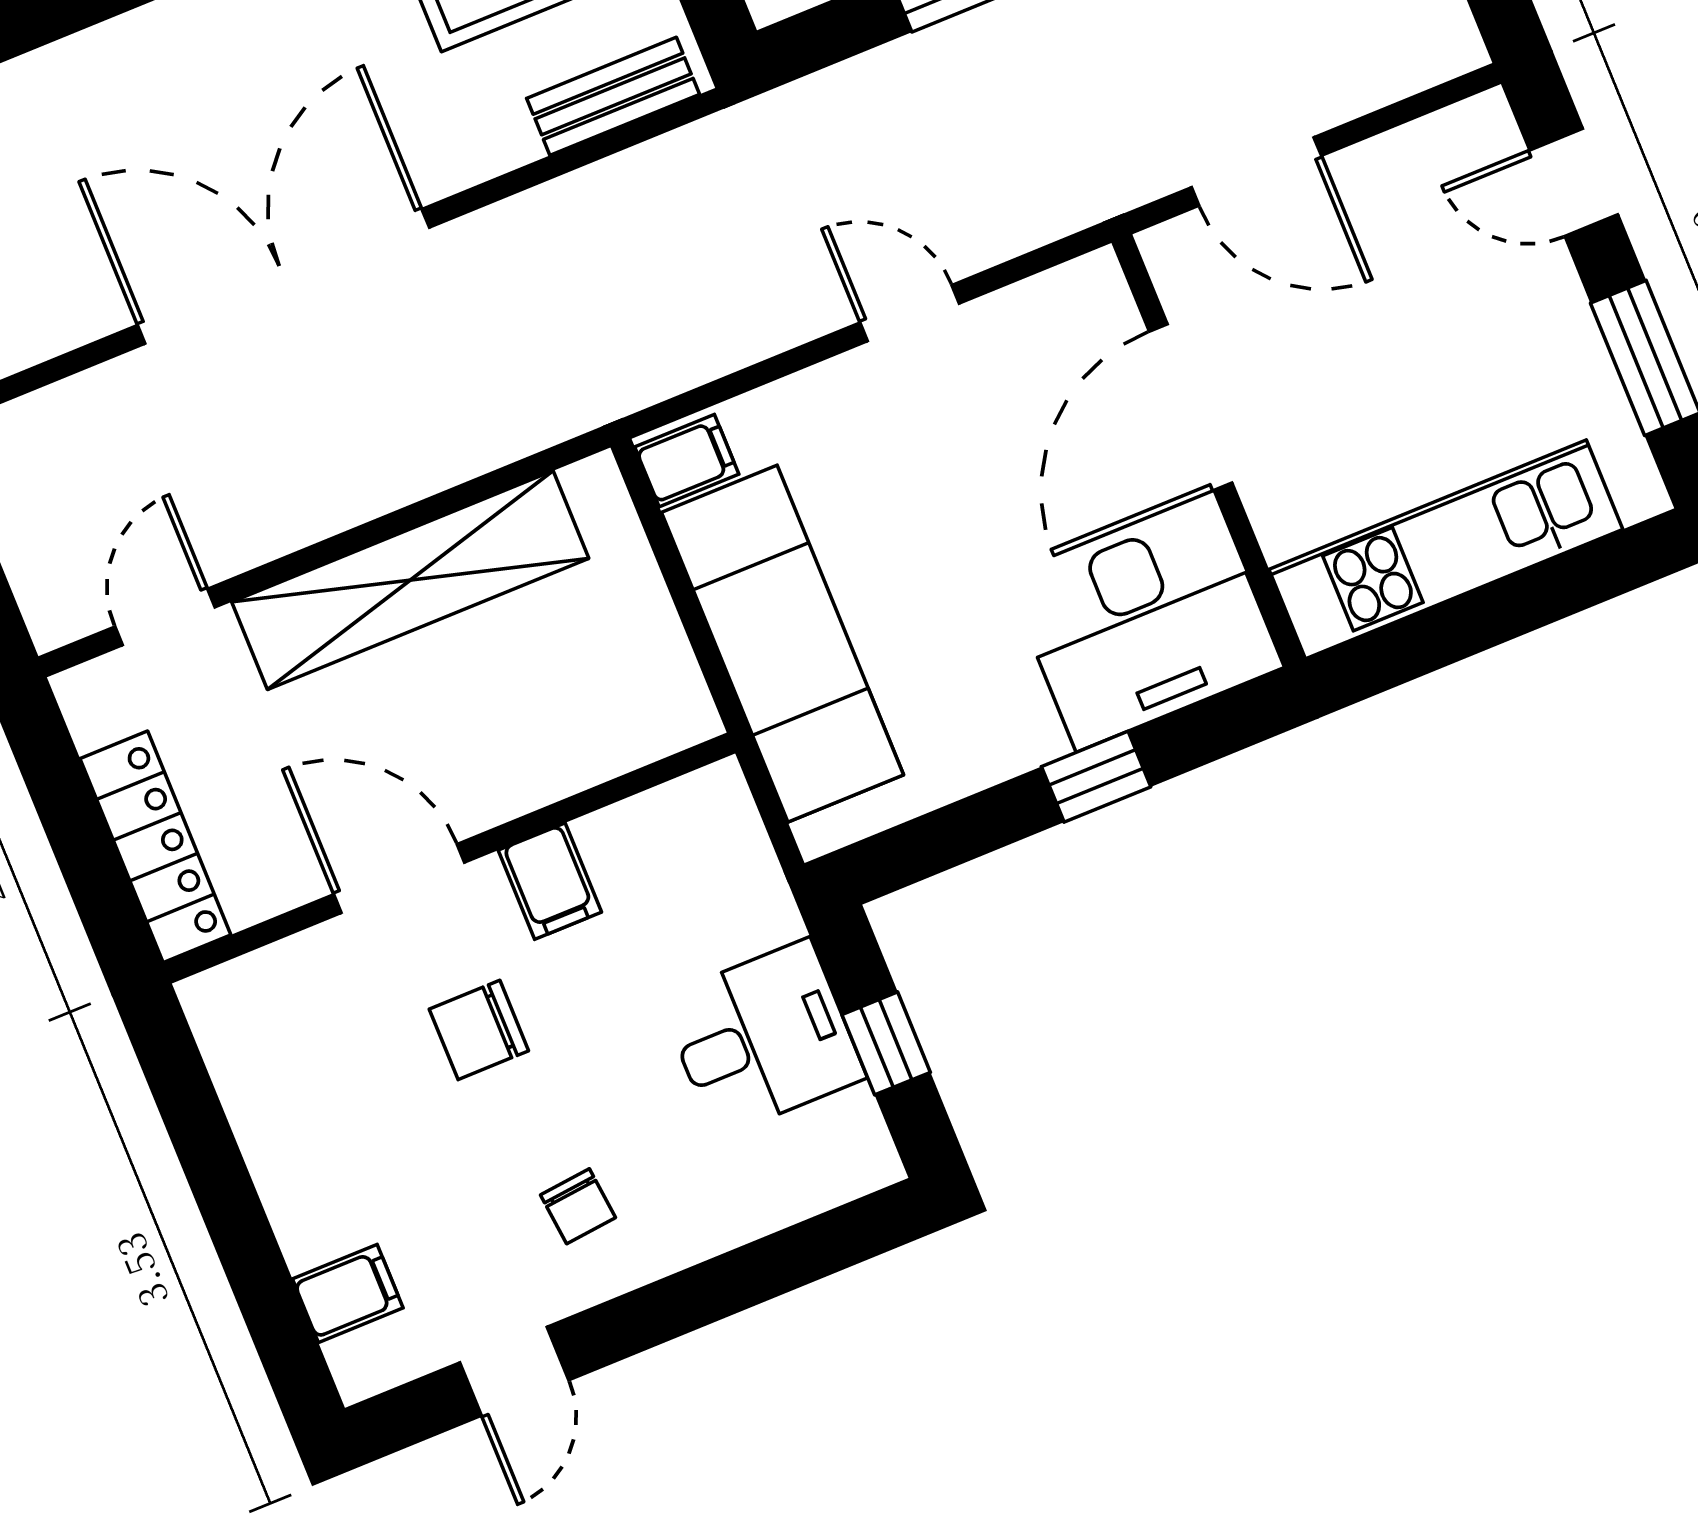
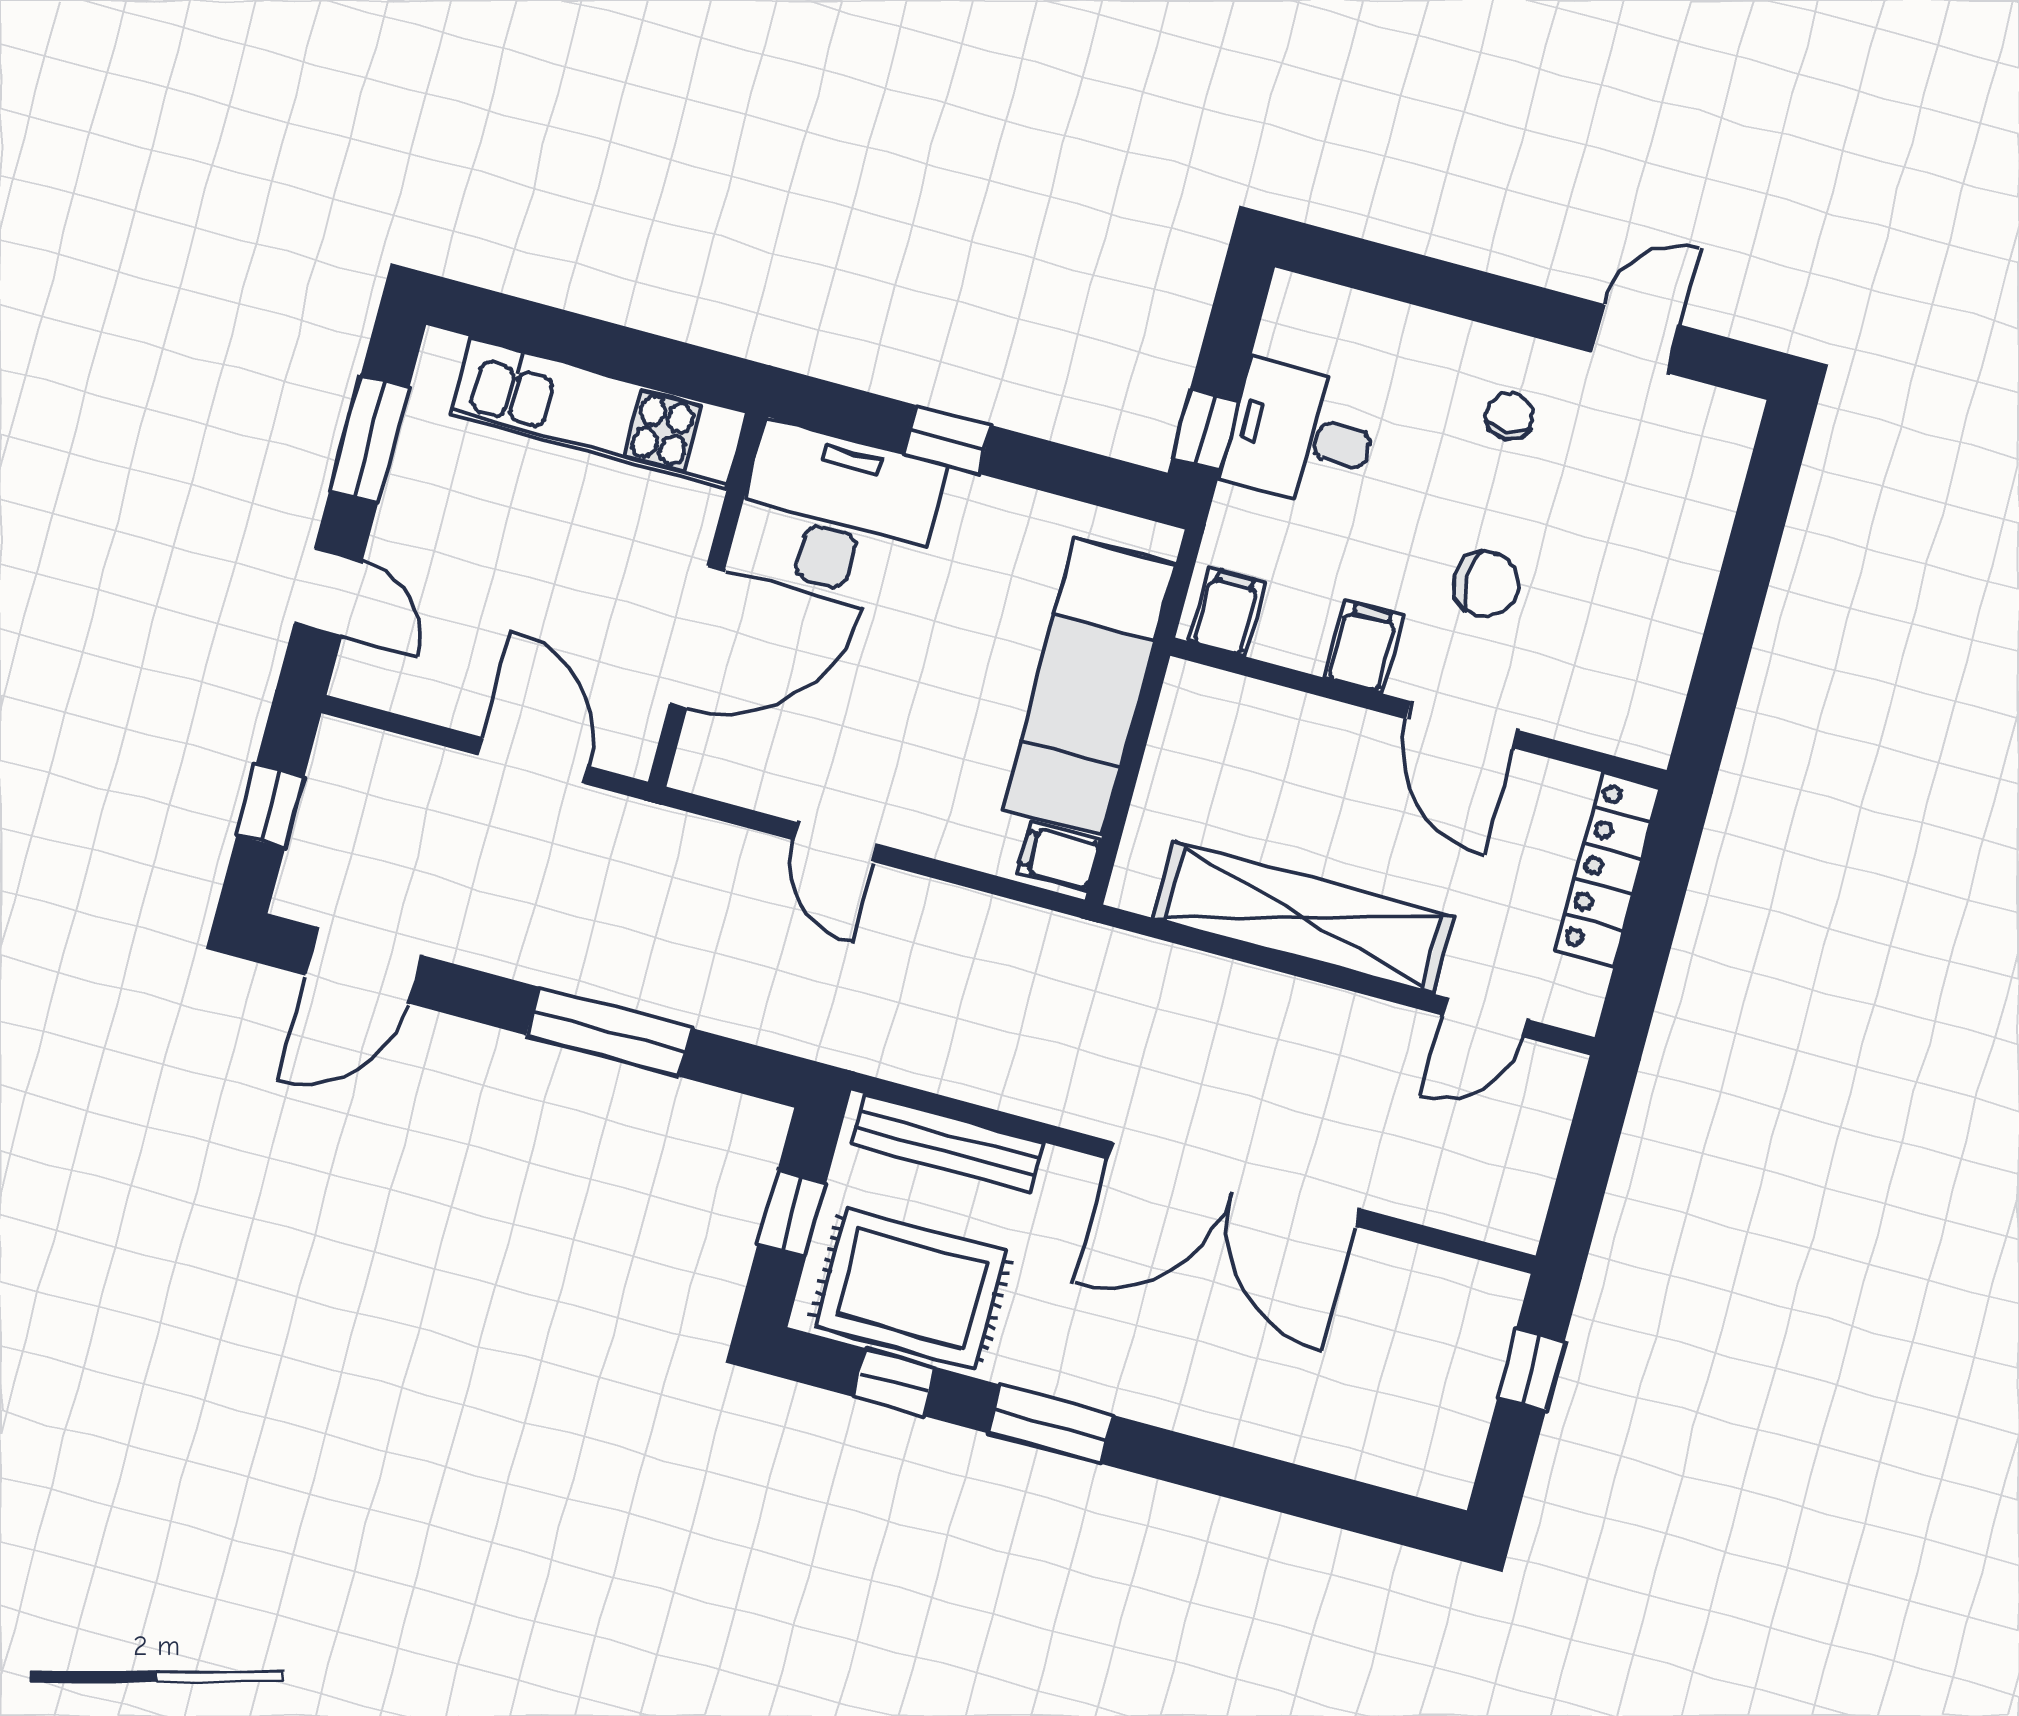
bench: (613, 96) -> (947, 1143), width x1.36
window: (886, 1043) -> (1205, 429), moved
filing cabinet: (348, 1293) -> (1227, 612), moved, turned 90

